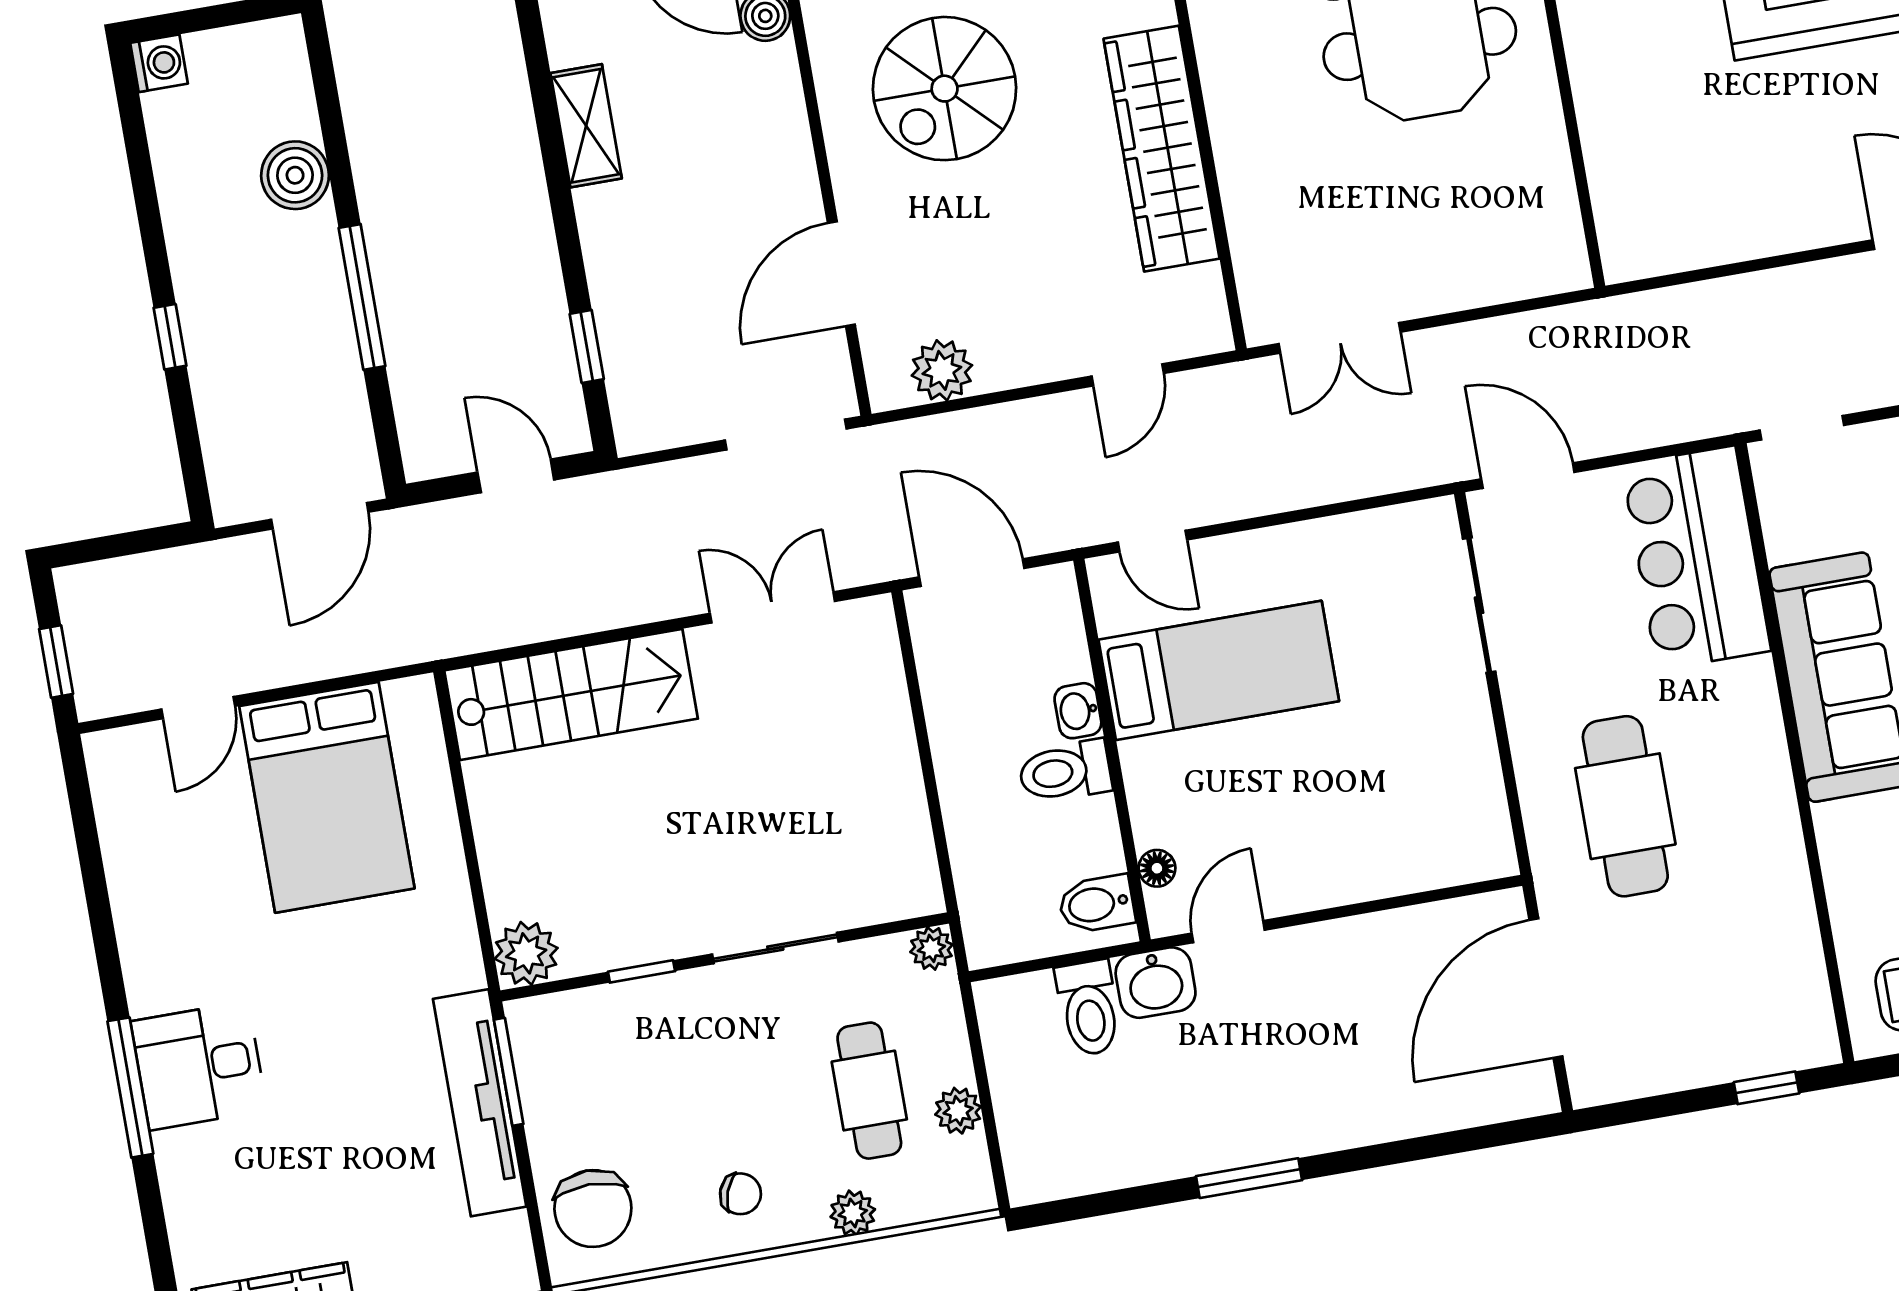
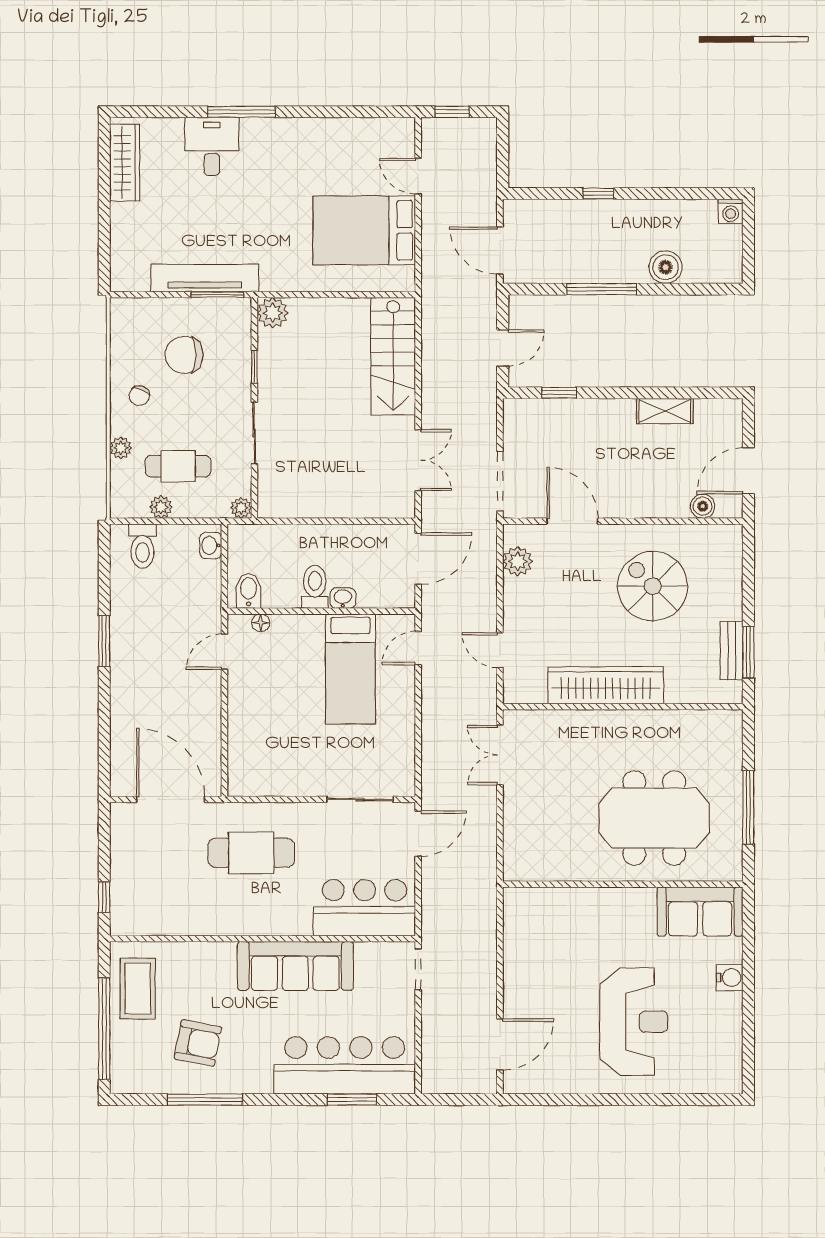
door: (1228, 932) -> (224, 652), swing flipped
washbasin: (1156, 983) -> (211, 545), moved, width x0.72, depth x0.69
toilet: (1089, 1008) -> (143, 546), moved, turned -90
desk: (199, 1066) -> (212, 146), moved
chair: (593, 1209) -> (184, 355), moved

